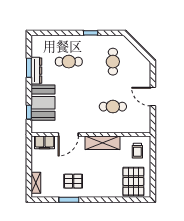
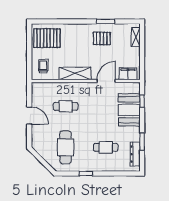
cafe table: (113, 62) -> (66, 147), width x1.37, depth x1.35
dresser: (36, 71) -> (135, 154), moved
pallet: (133, 182) -> (47, 38), turned 90

